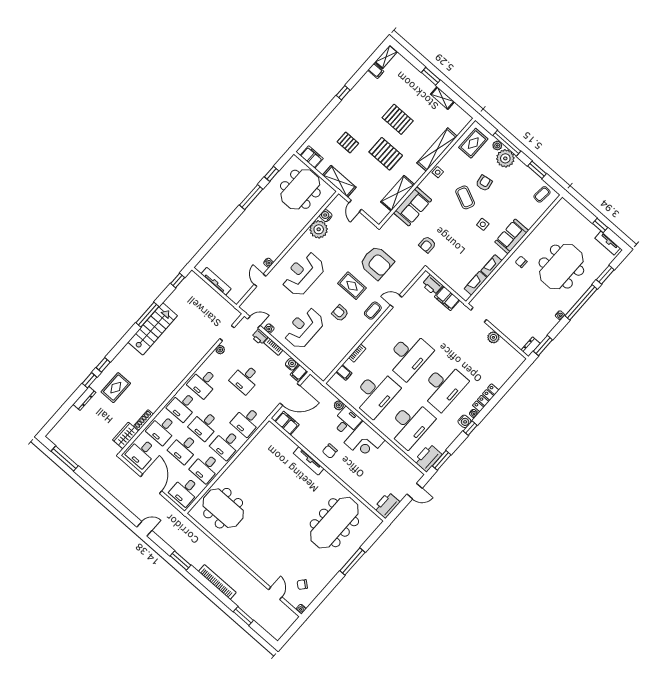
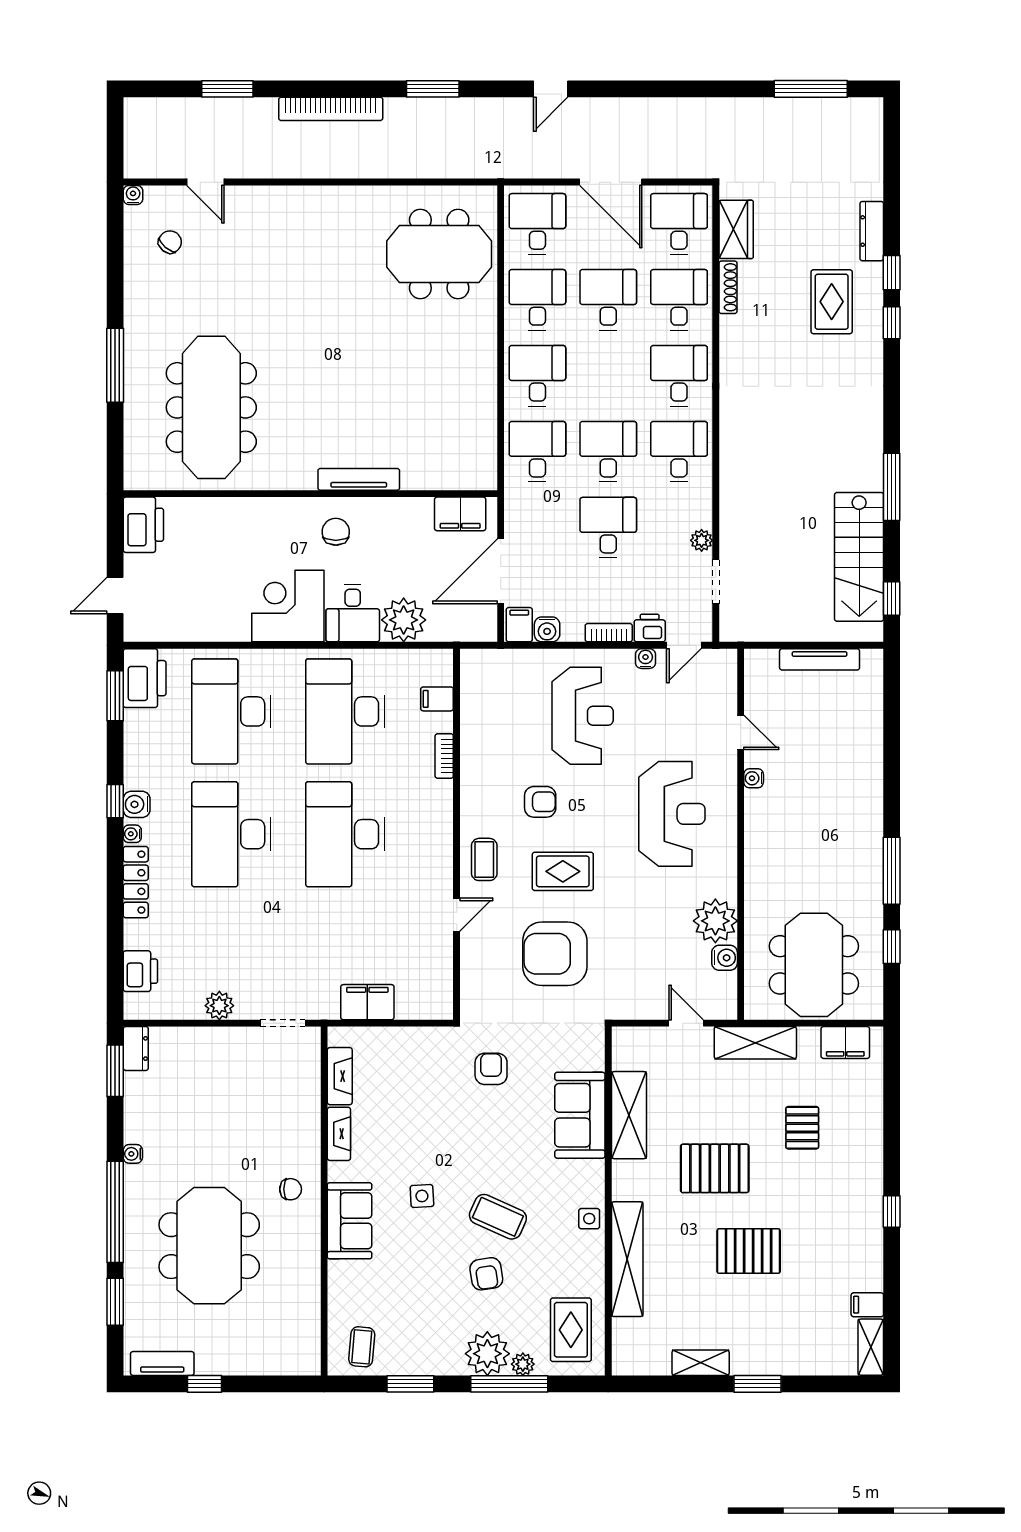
pallet: (348, 143) -> (802, 1128), turned 90
printer: (432, 285) -> (140, 971), moved, turned 90
stairs: (153, 329) -> (859, 557), moved
plant: (339, 405) -> (404, 620), width x1.88, depth x1.88
desk: (204, 425) -> (608, 452), moved

